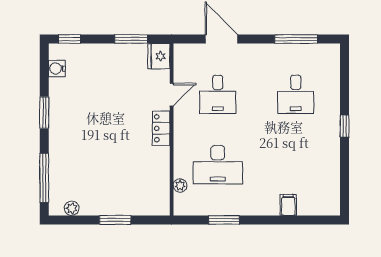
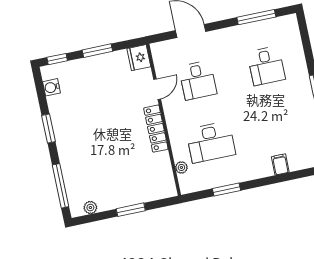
window: (131, 39) -> (97, 51), moved
locker: (161, 128) -> (156, 129), width x1.53

